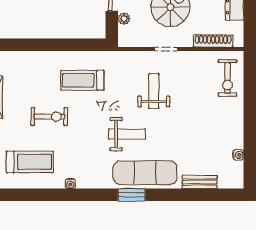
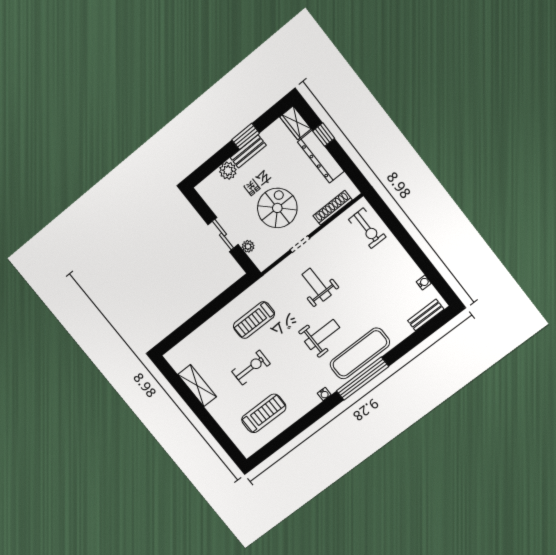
bench: (200, 182) -> (426, 315), moved
water cooler: (70, 184) -> (324, 394), moved
window: (132, 195) -> (363, 379), width x2.11

